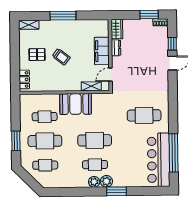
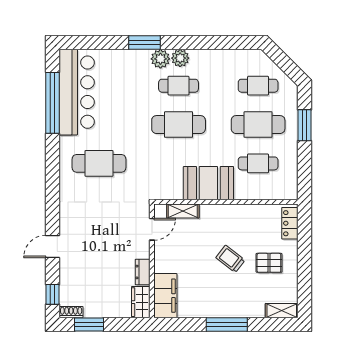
window: (172, 44) -> (53, 294), moved
filing cabinet: (102, 51) -> (165, 296), moved

